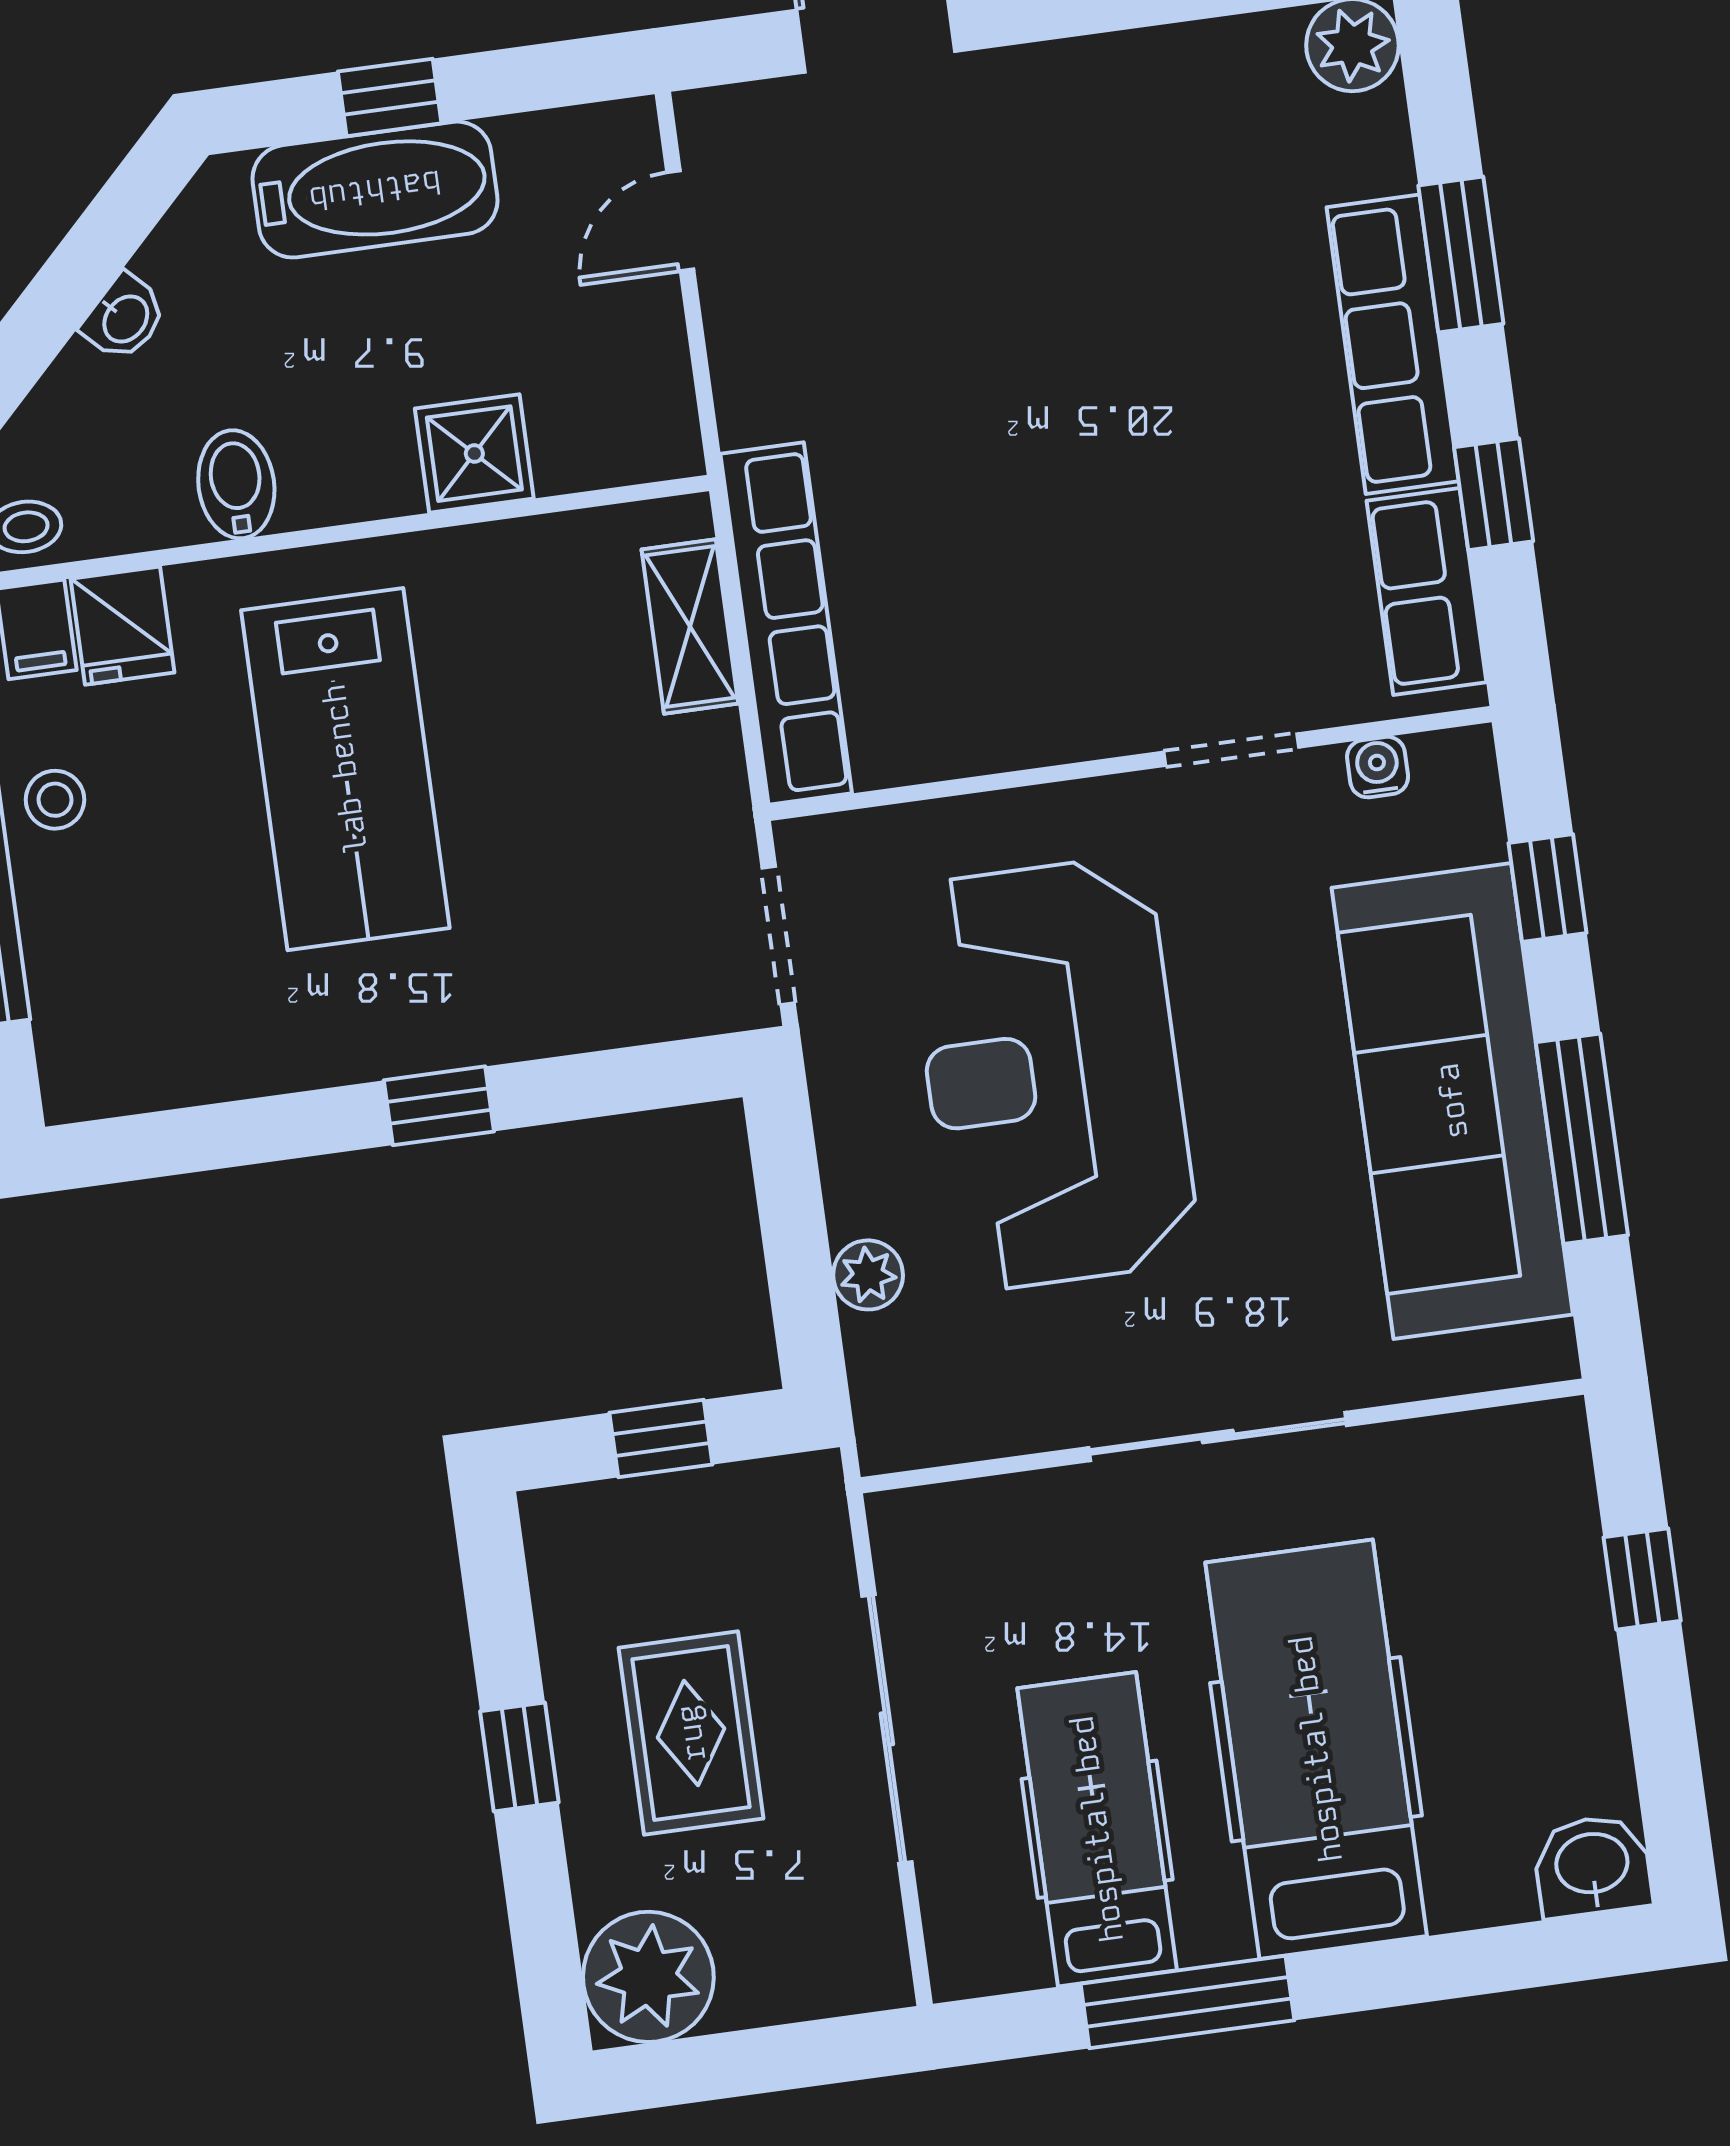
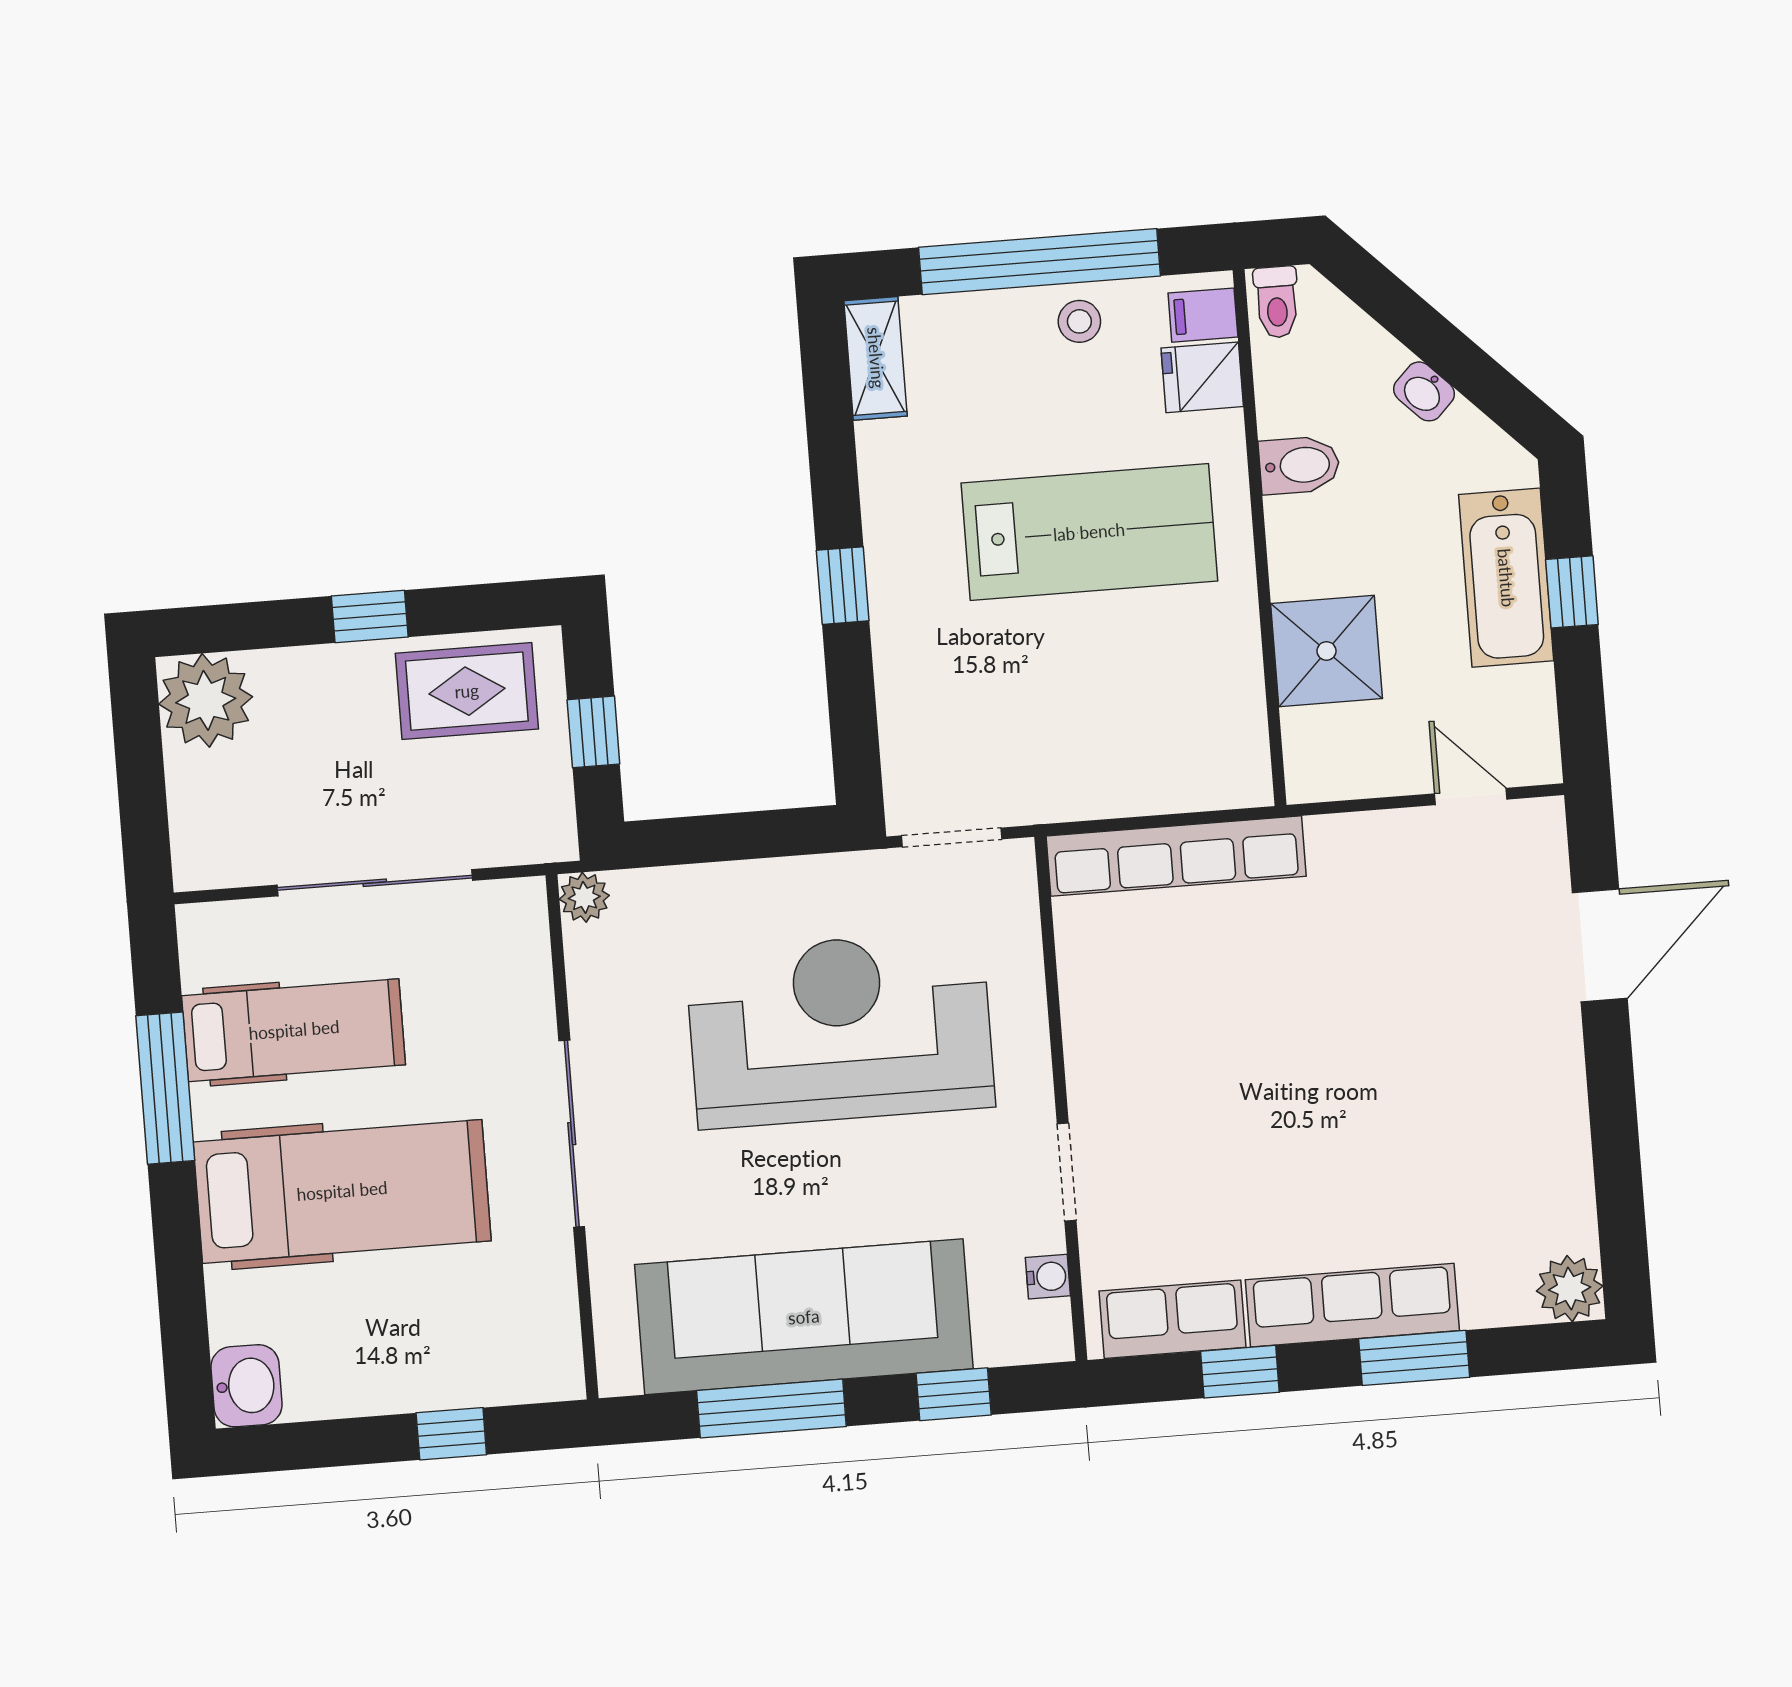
shower: (474, 454) -> (1327, 651), width x1.36, depth x1.36
shelving: (690, 626) -> (876, 358), moved, turned 90
lab bench: (345, 769) -> (1089, 532), turned 180
plant: (868, 1275) -> (584, 897), moved
rug: (691, 1733) -> (467, 691), moved

